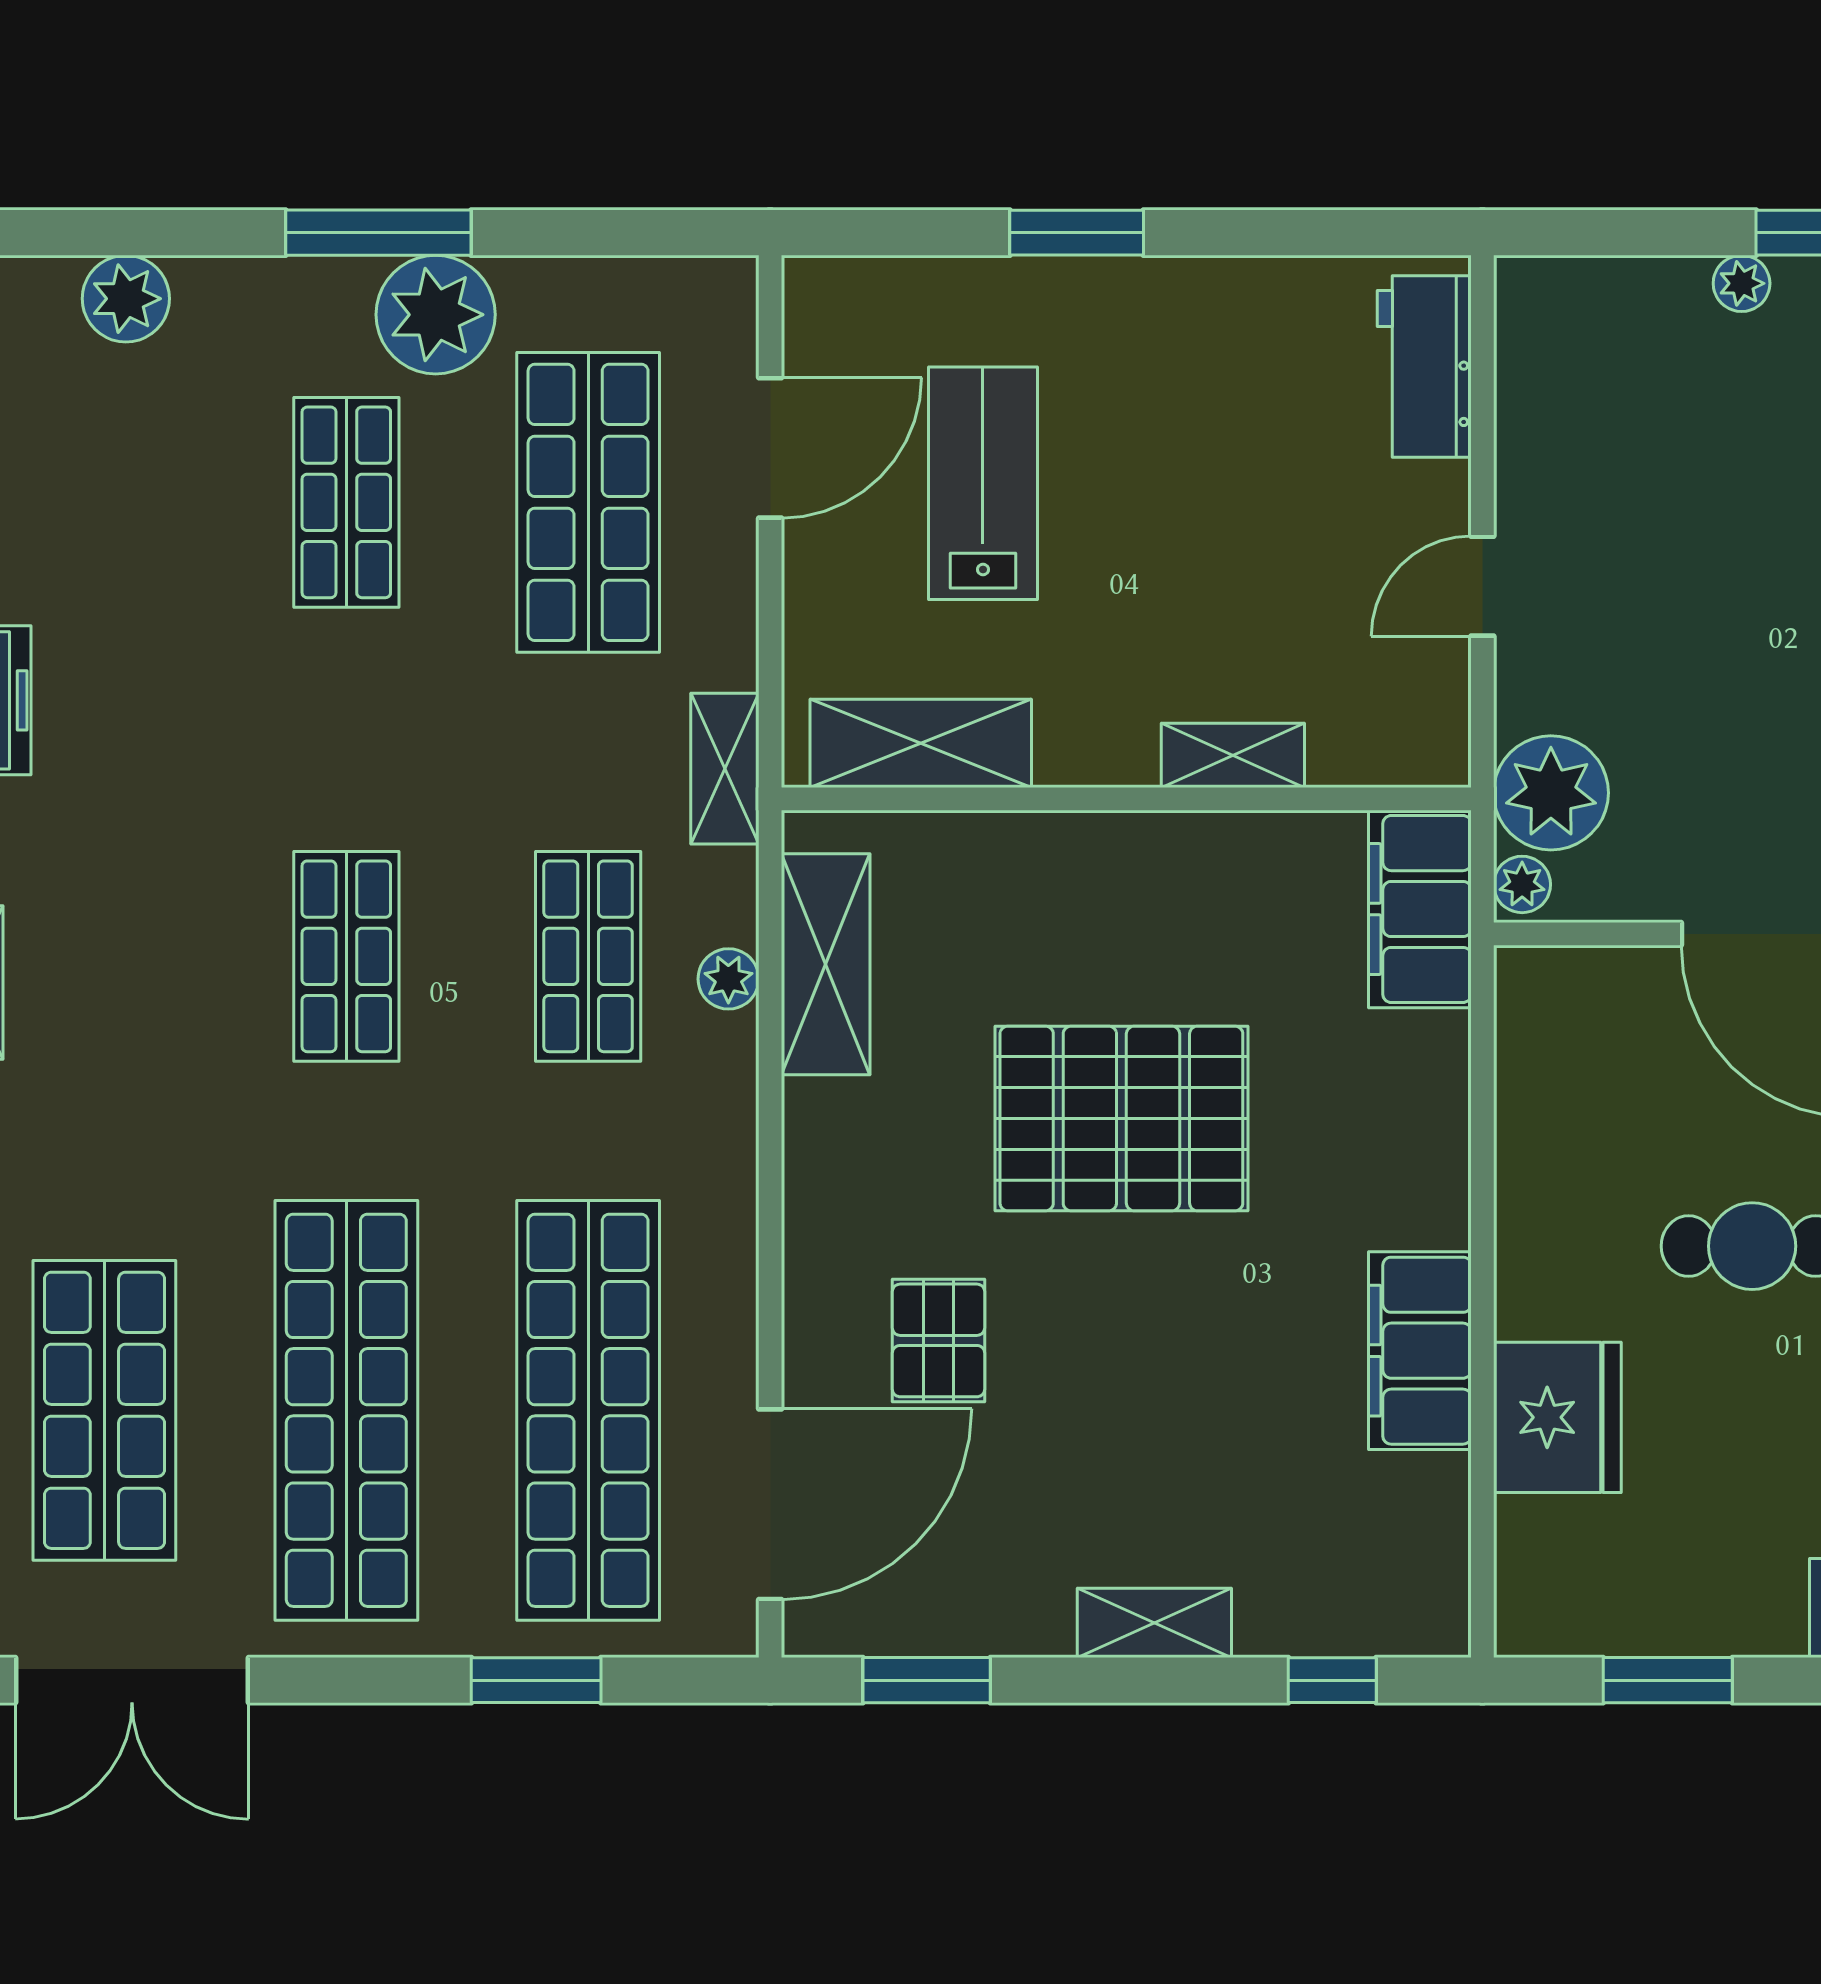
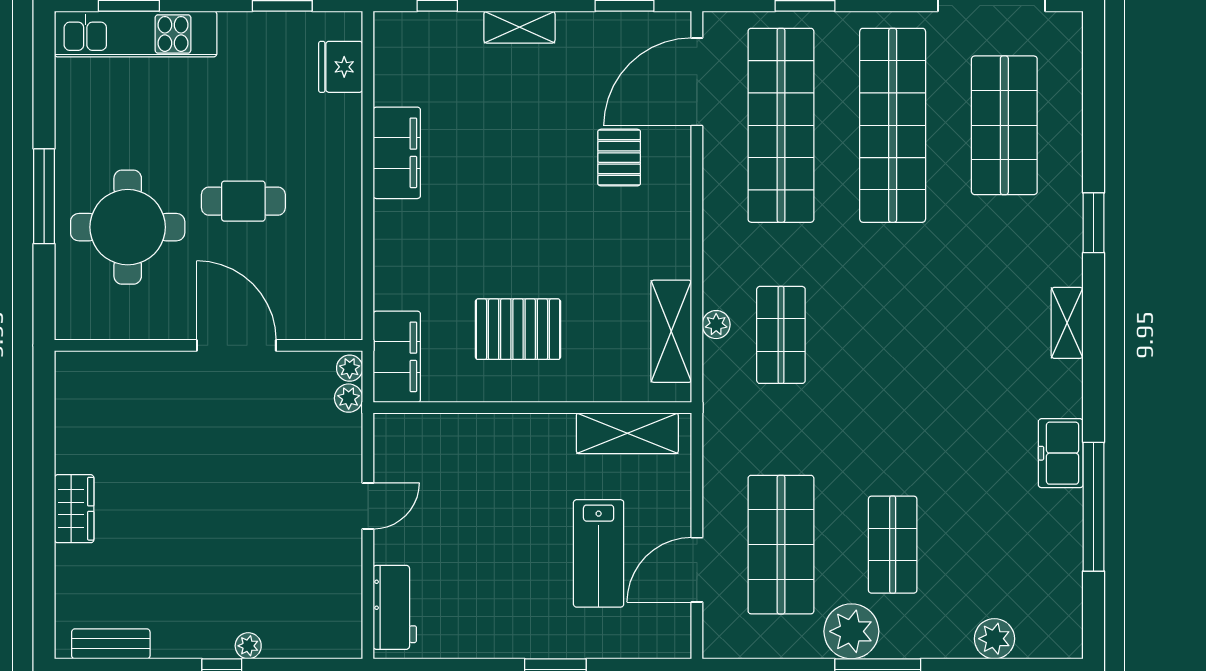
shelving: (1233, 755) -> (483, 428), removed
shelving: (725, 769) -> (718, 422), removed
plant: (1551, 793) -> (349, 398), width x0.53, depth x0.53
shop shelf: (346, 956) -> (893, 335), removed
pallet: (1121, 1118) -> (518, 329), moved, width x0.73, depth x0.71
fridge: (1557, 1417) -> (341, 67), moved, width x0.73, depth x0.75

